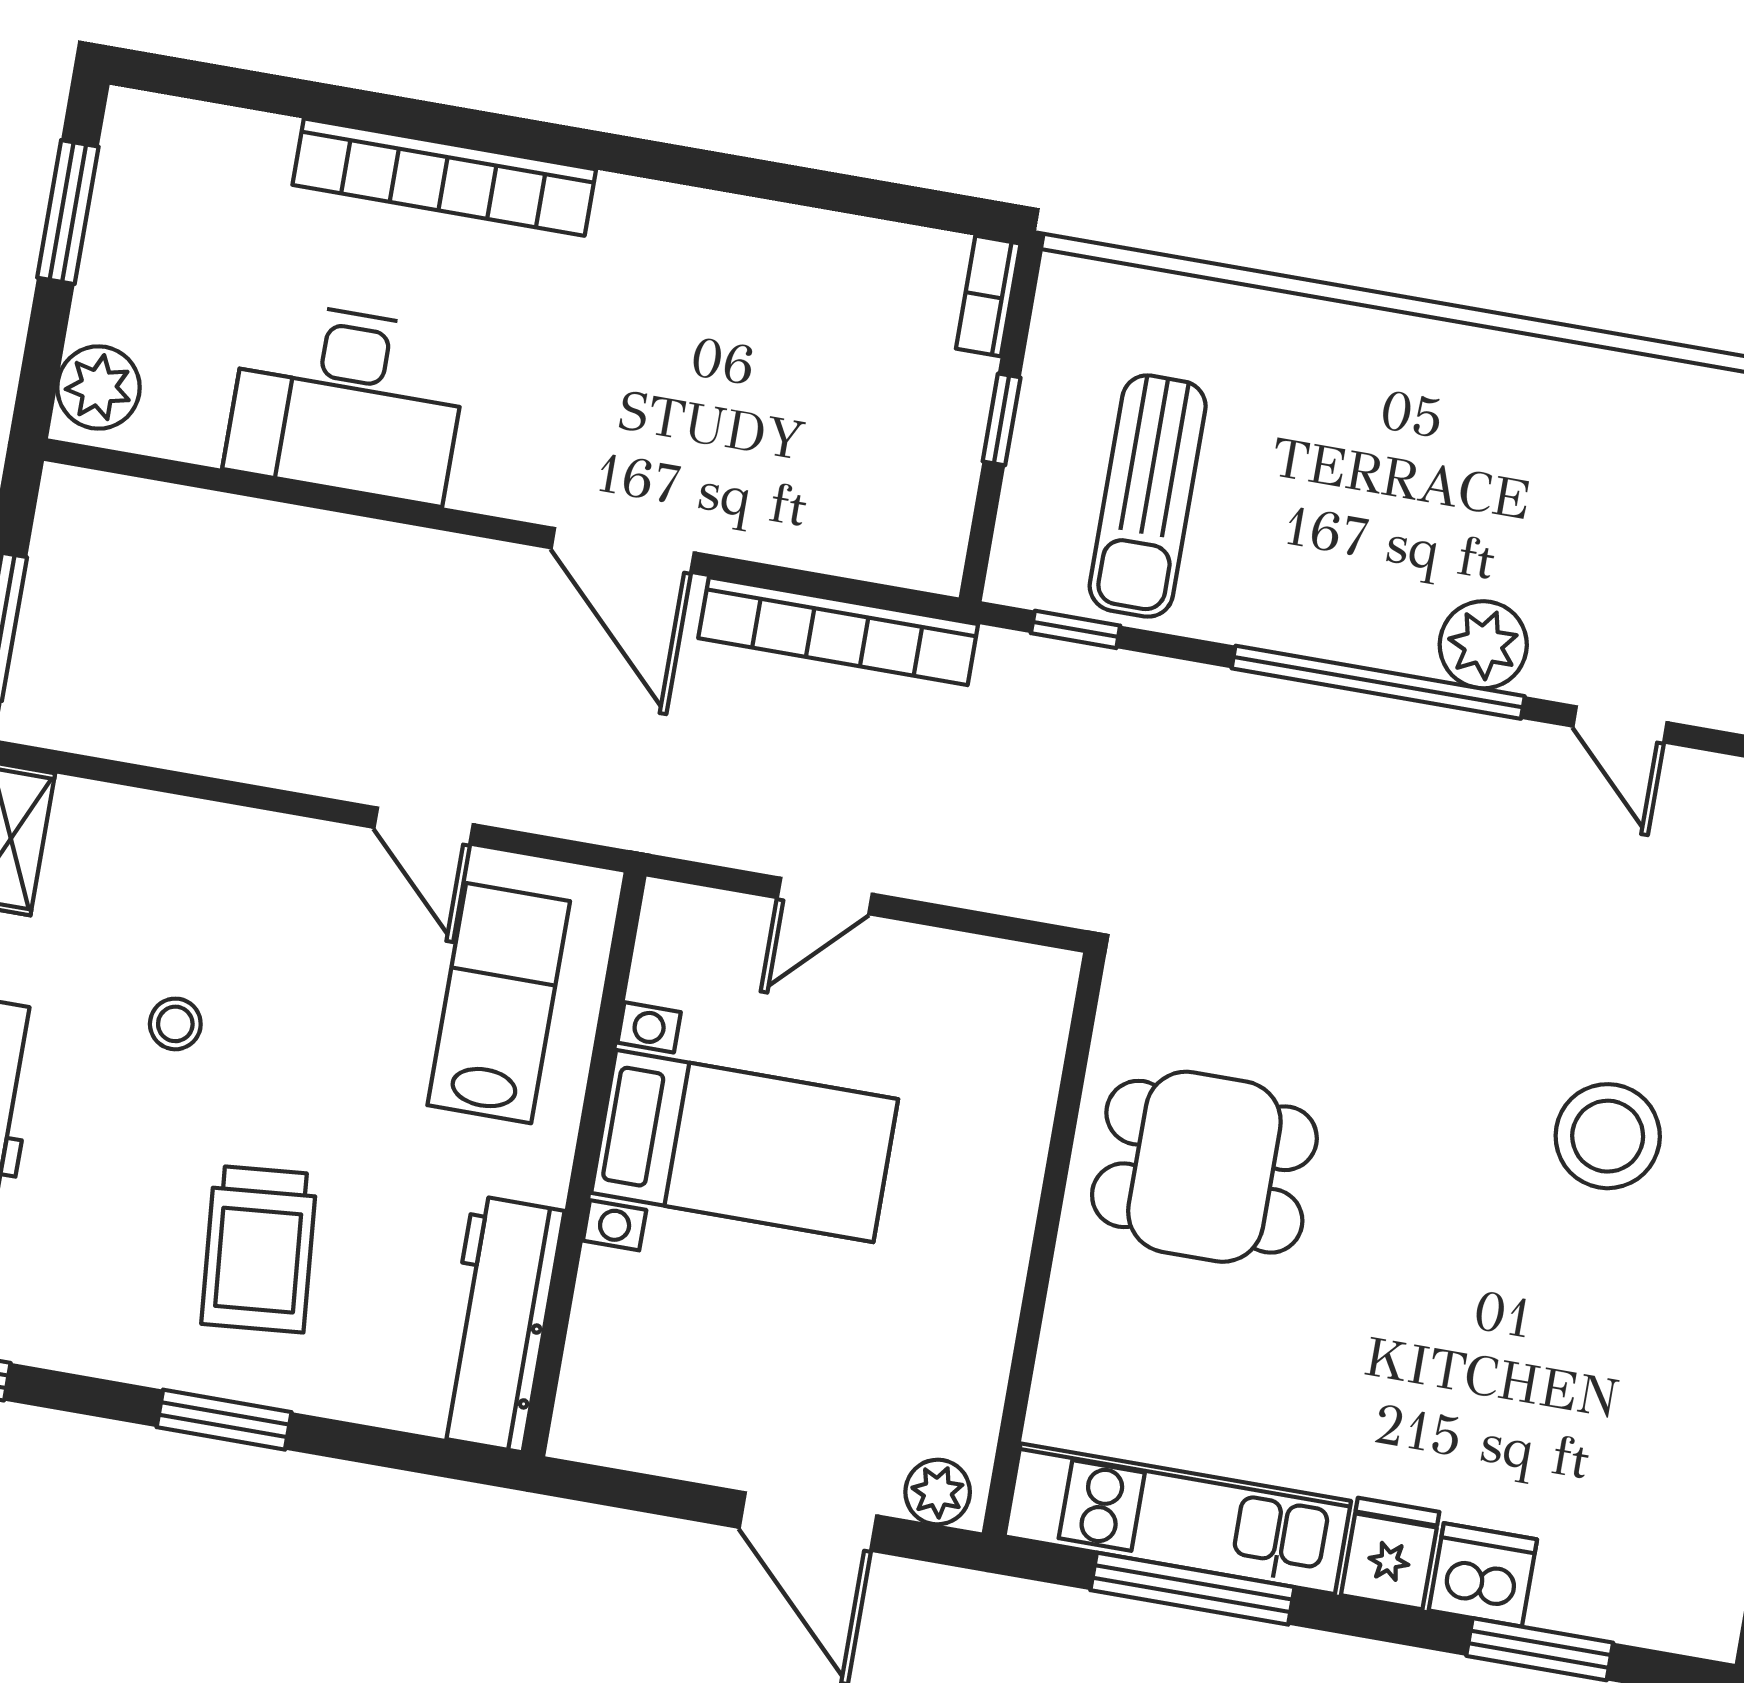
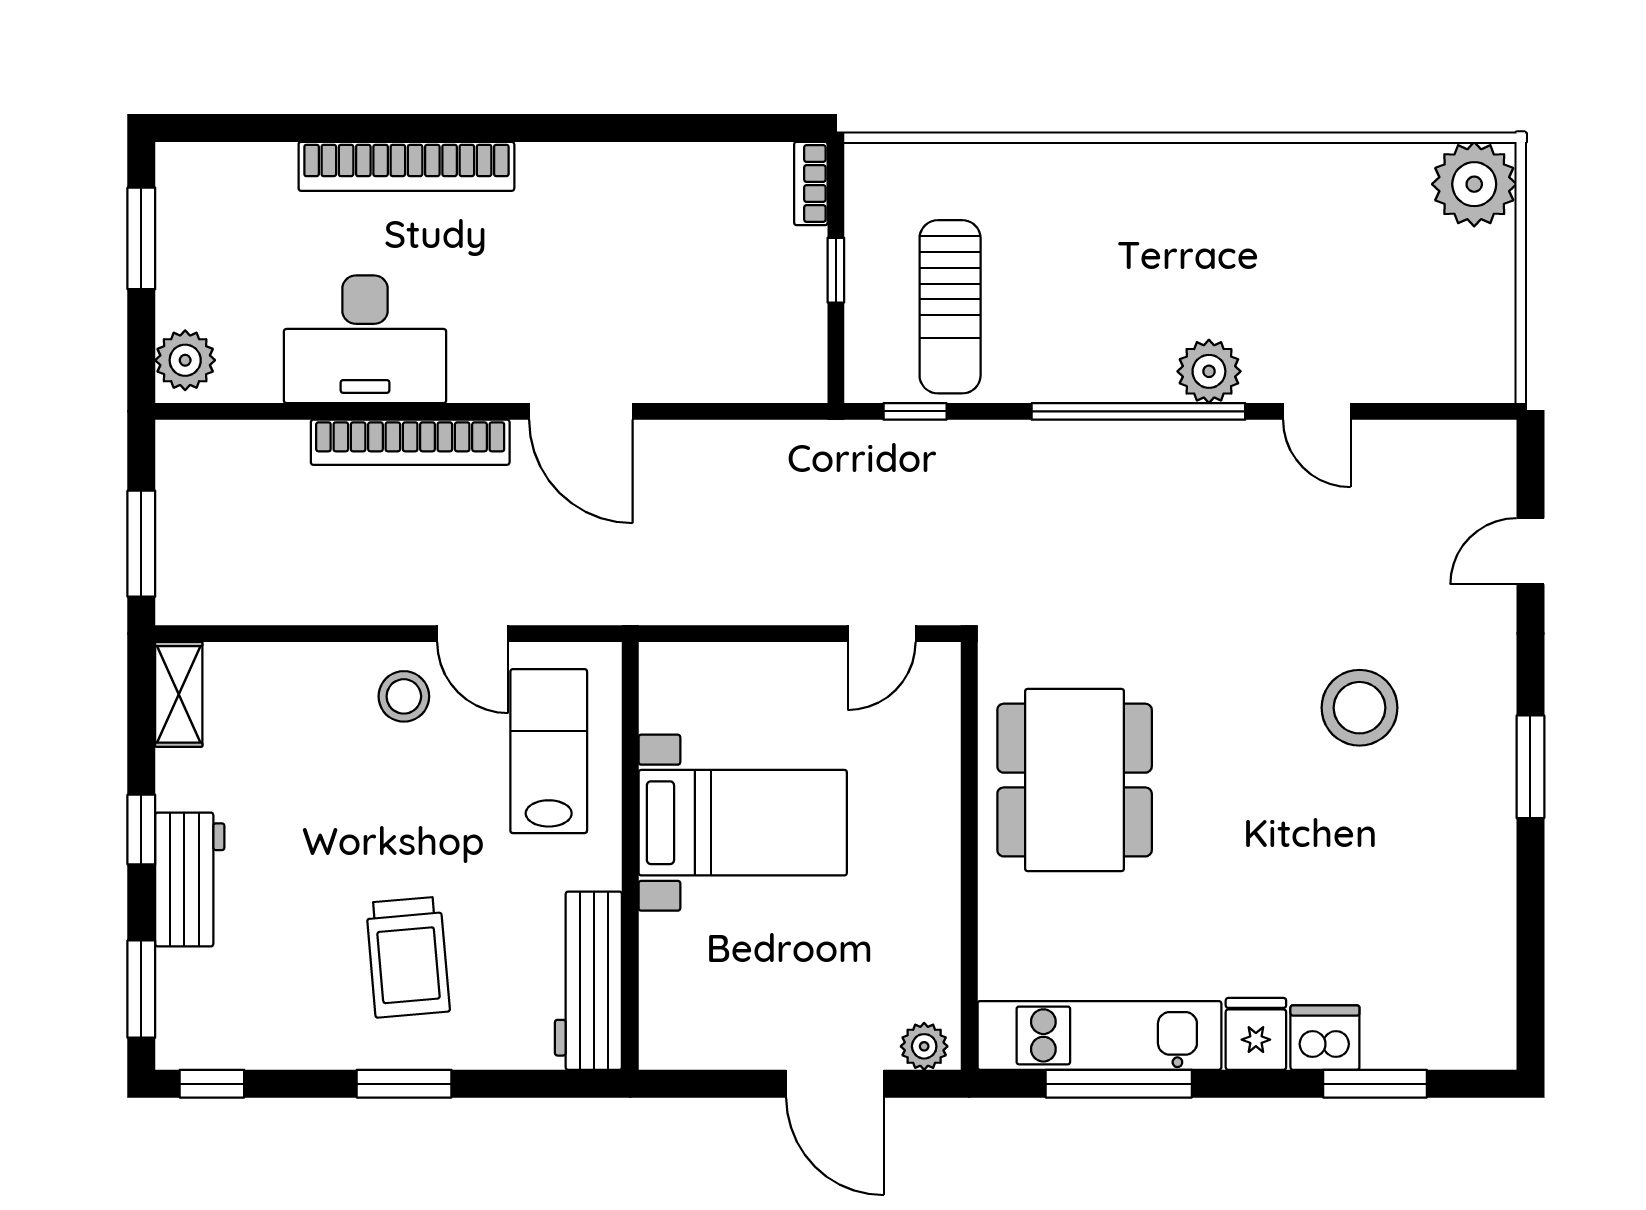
bookcase: (838, 631) -> (410, 442), moved
door: (825, 896) -> (882, 634), moved
stool: (175, 1024) -> (404, 696), moved, width x1.37, depth x1.37
dining table: (1204, 1167) -> (1075, 780), width x1.38

